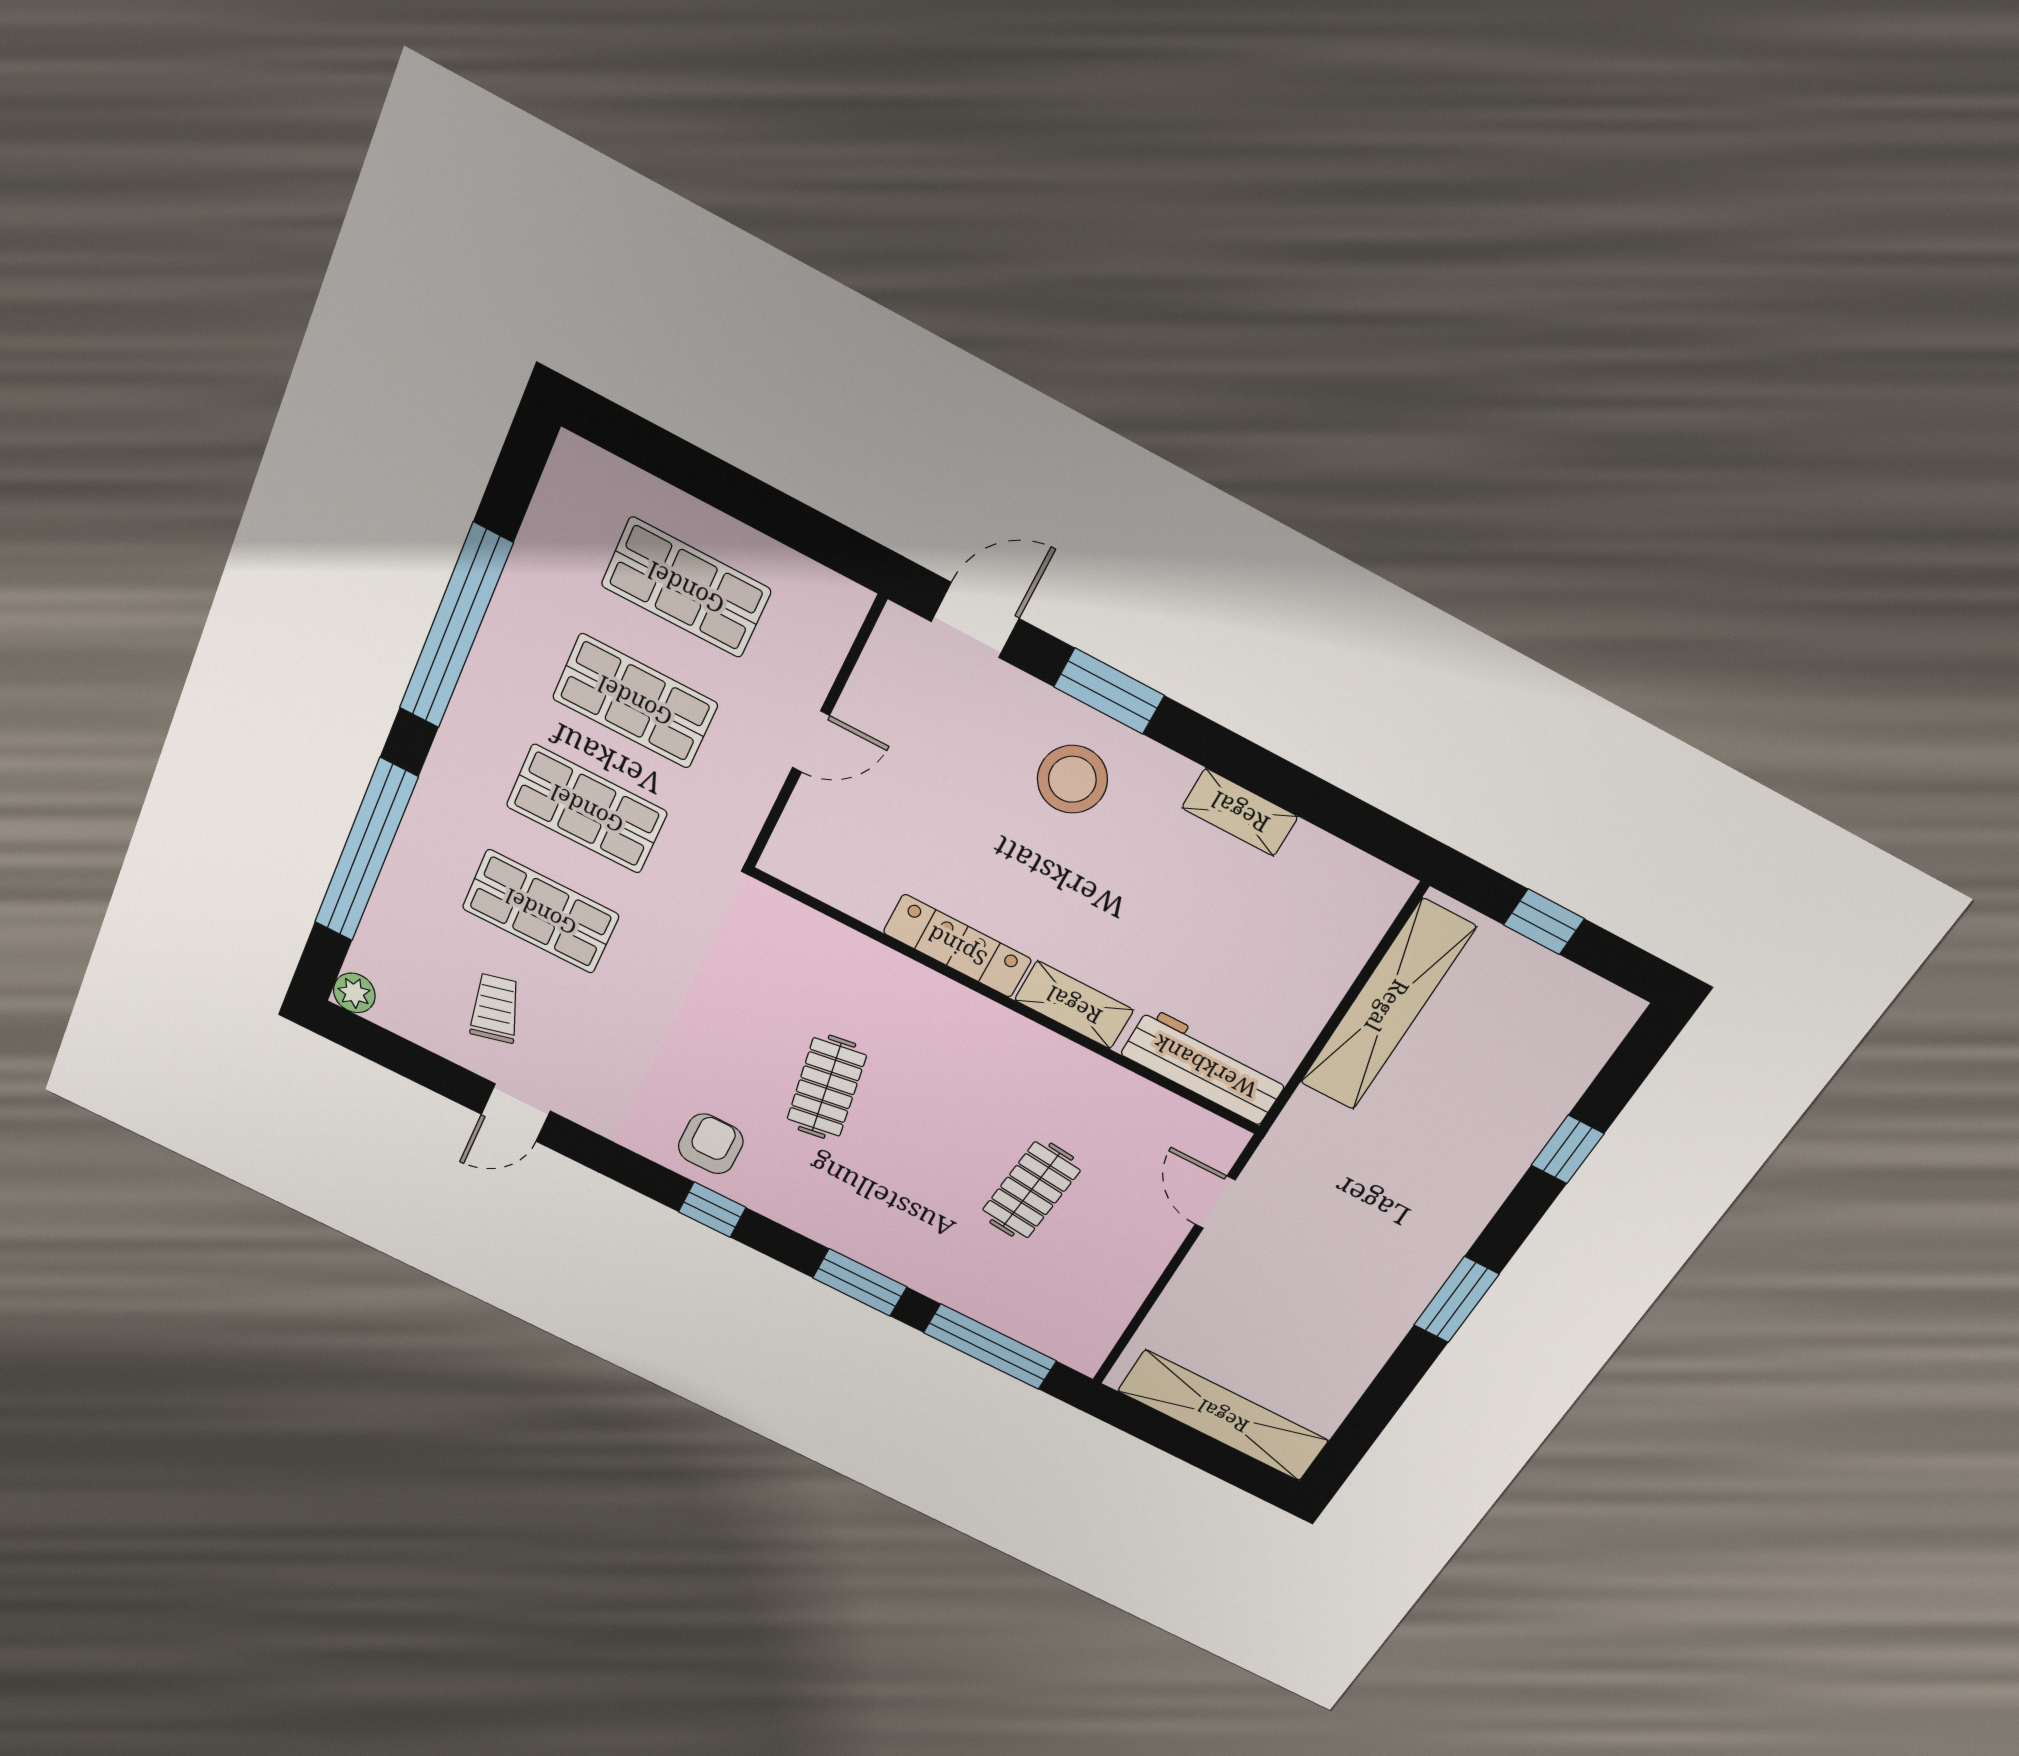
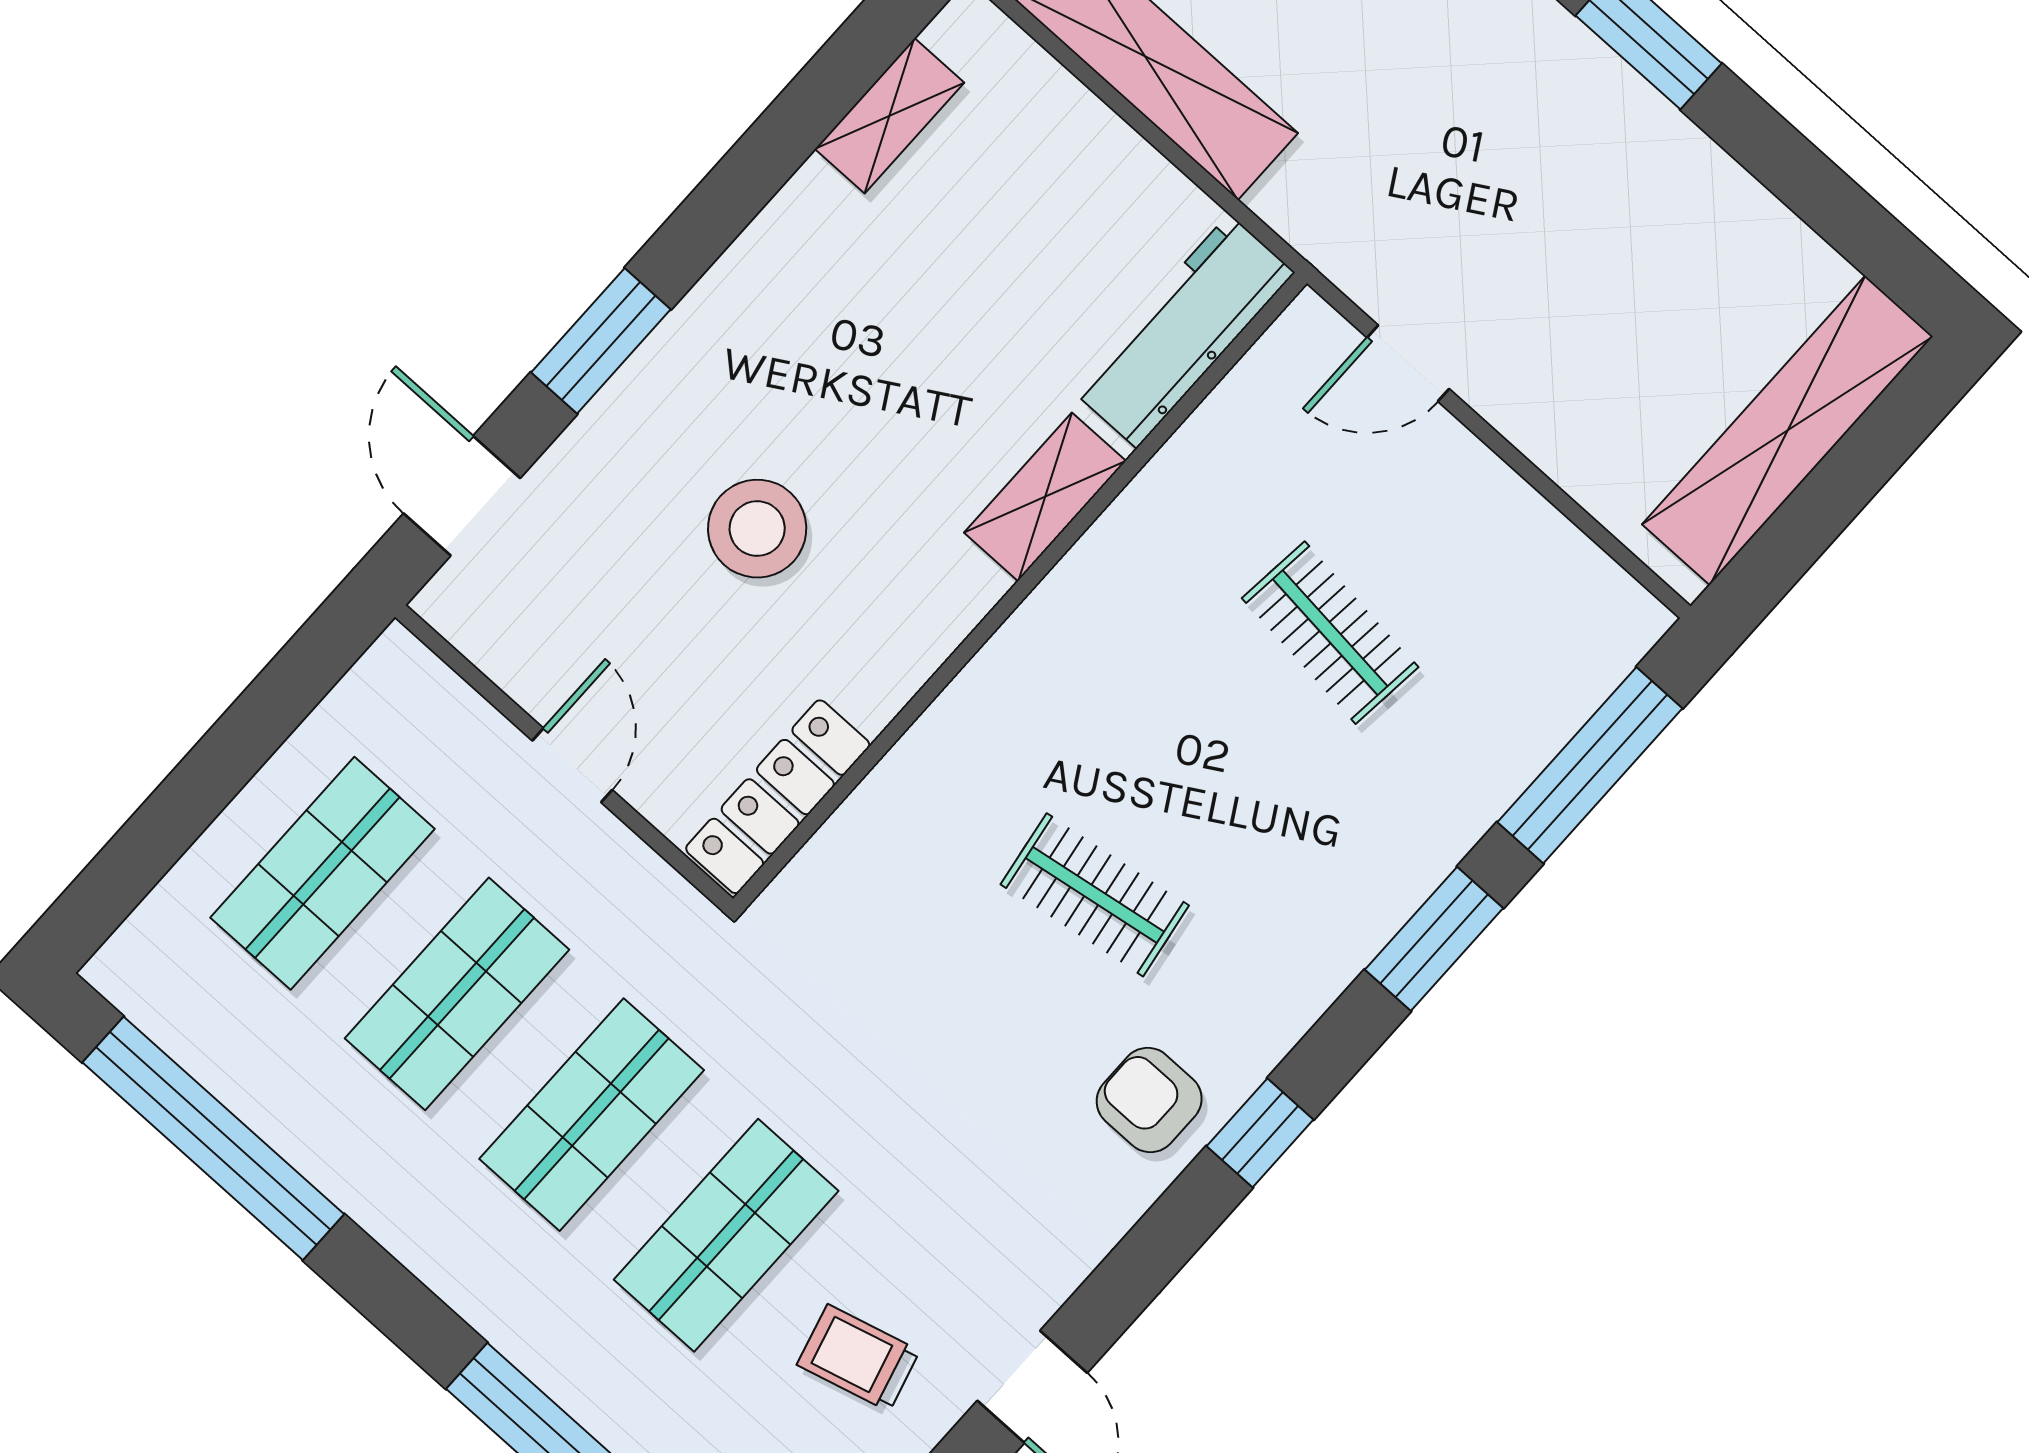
window: (455, 627) -> (213, 1138), moved
stool: (1072, 779) -> (757, 529), moved
shelving: (1240, 812) -> (889, 116), moved
locker: (957, 946) -> (778, 797), moved

